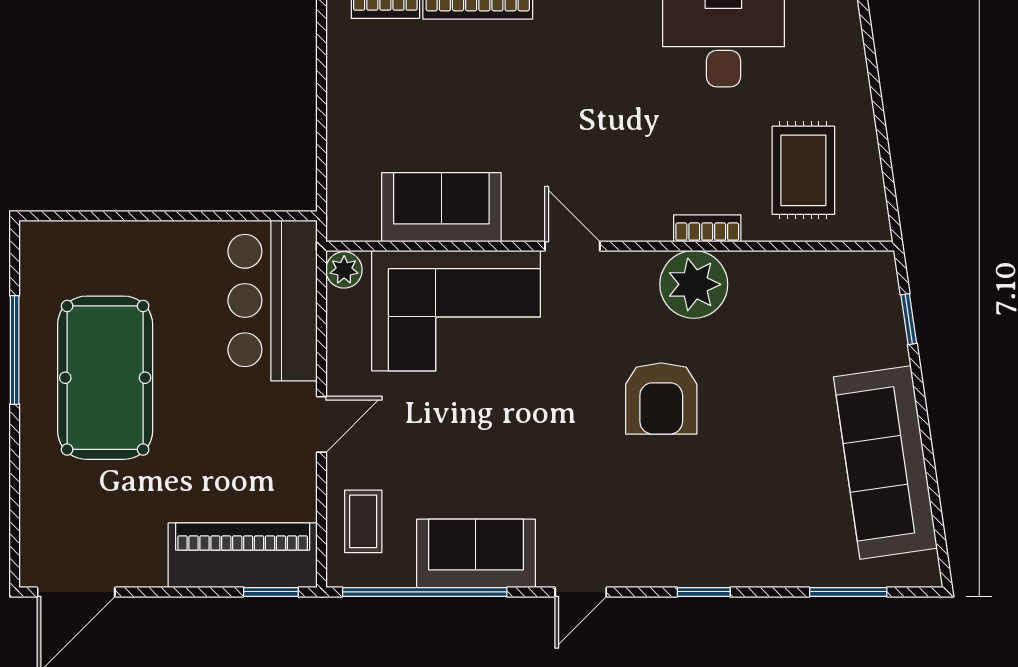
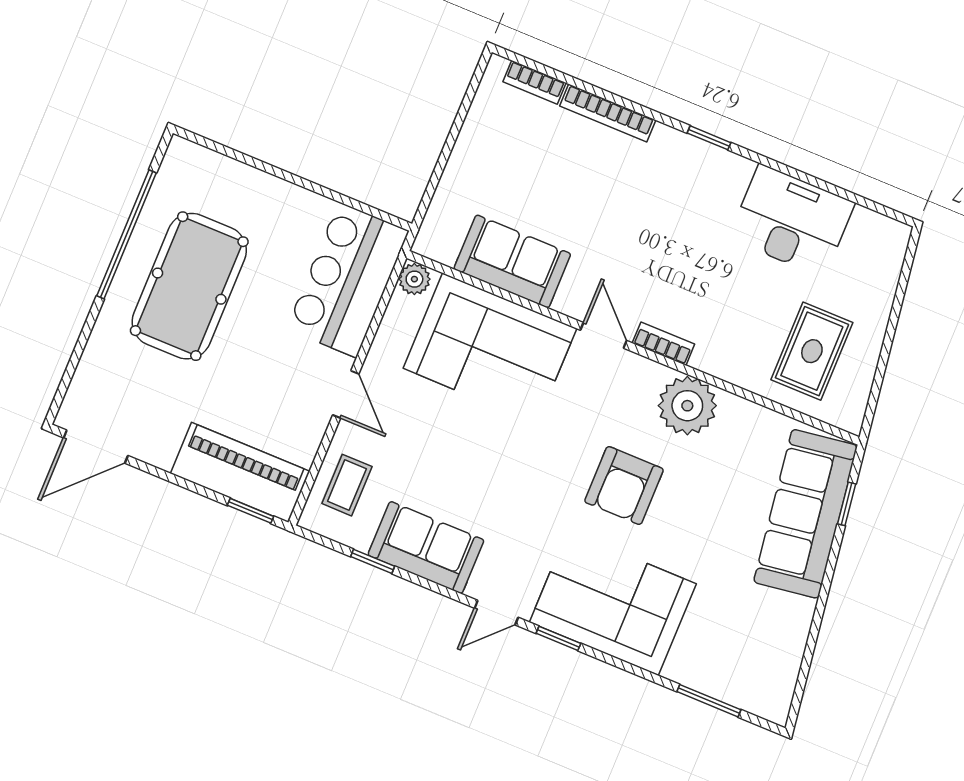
bookcase: (707, 228) -> (663, 344), moved
window: (15, 350) -> (127, 234), width x1.46
door: (322, 424) -> (346, 394), hinge flipped
sofa: (885, 462) -> (805, 514), moved
corner sofa: (702, 530) -> (613, 603), added
window: (425, 592) -> (373, 561), width x0.32
window: (704, 592) -> (558, 638), moved

